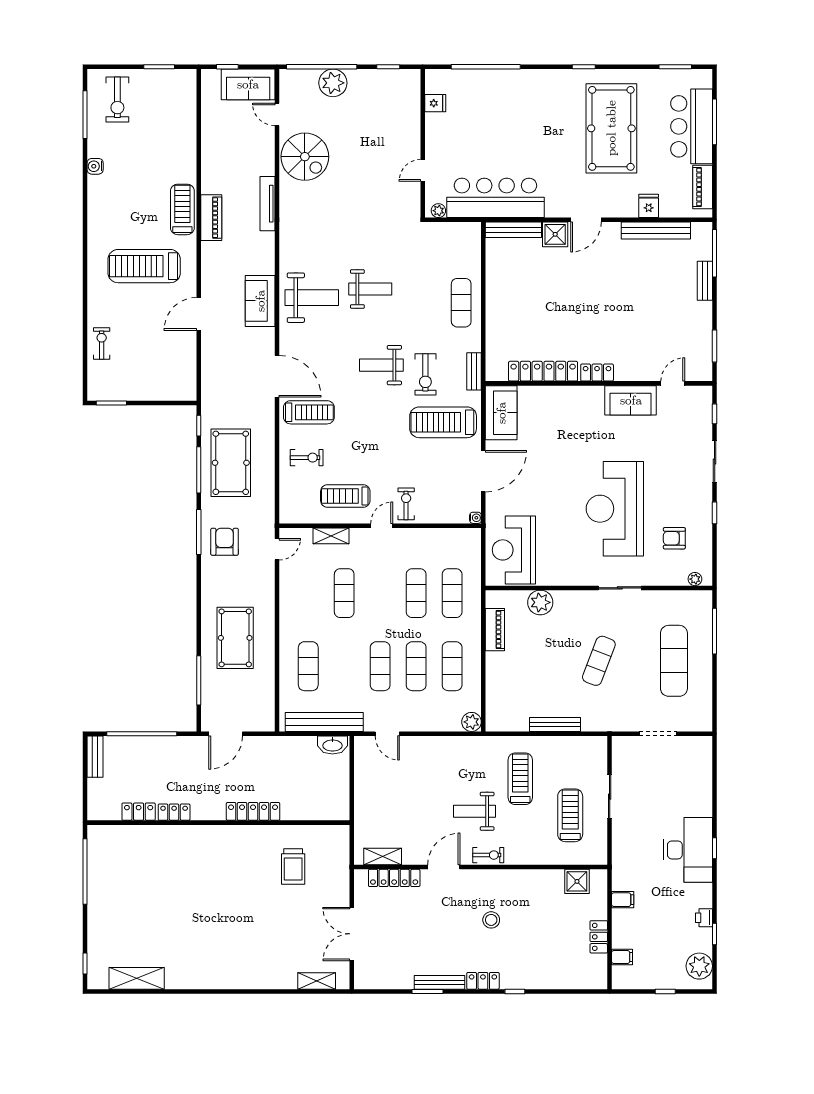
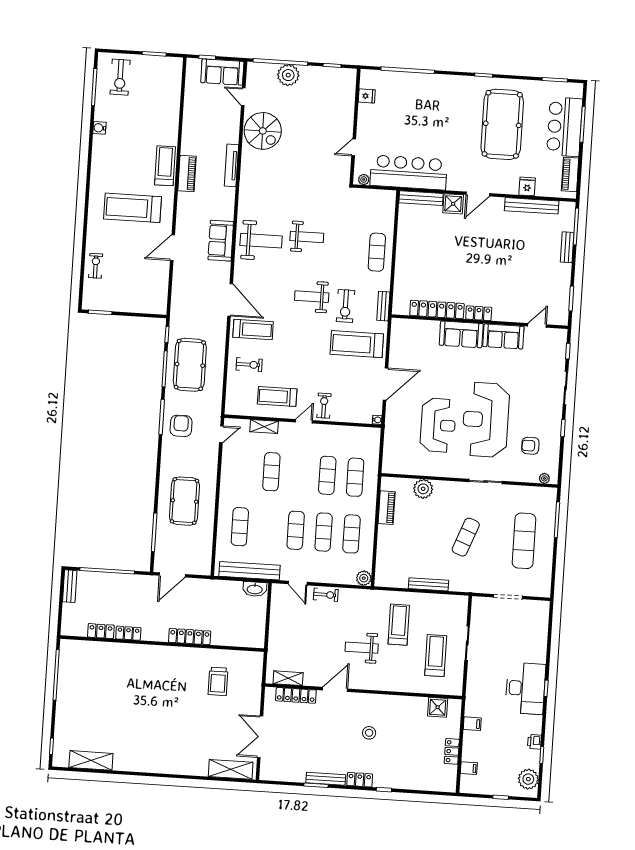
sofa: (501, 413) -> (461, 334), moved, turned 90
reception desk: (514, 550) -> (438, 425), moved, turned 180
exercise bike: (488, 855) -> (326, 595), moved
shelving: (317, 981) -> (231, 769), width x1.50, depth x1.33

